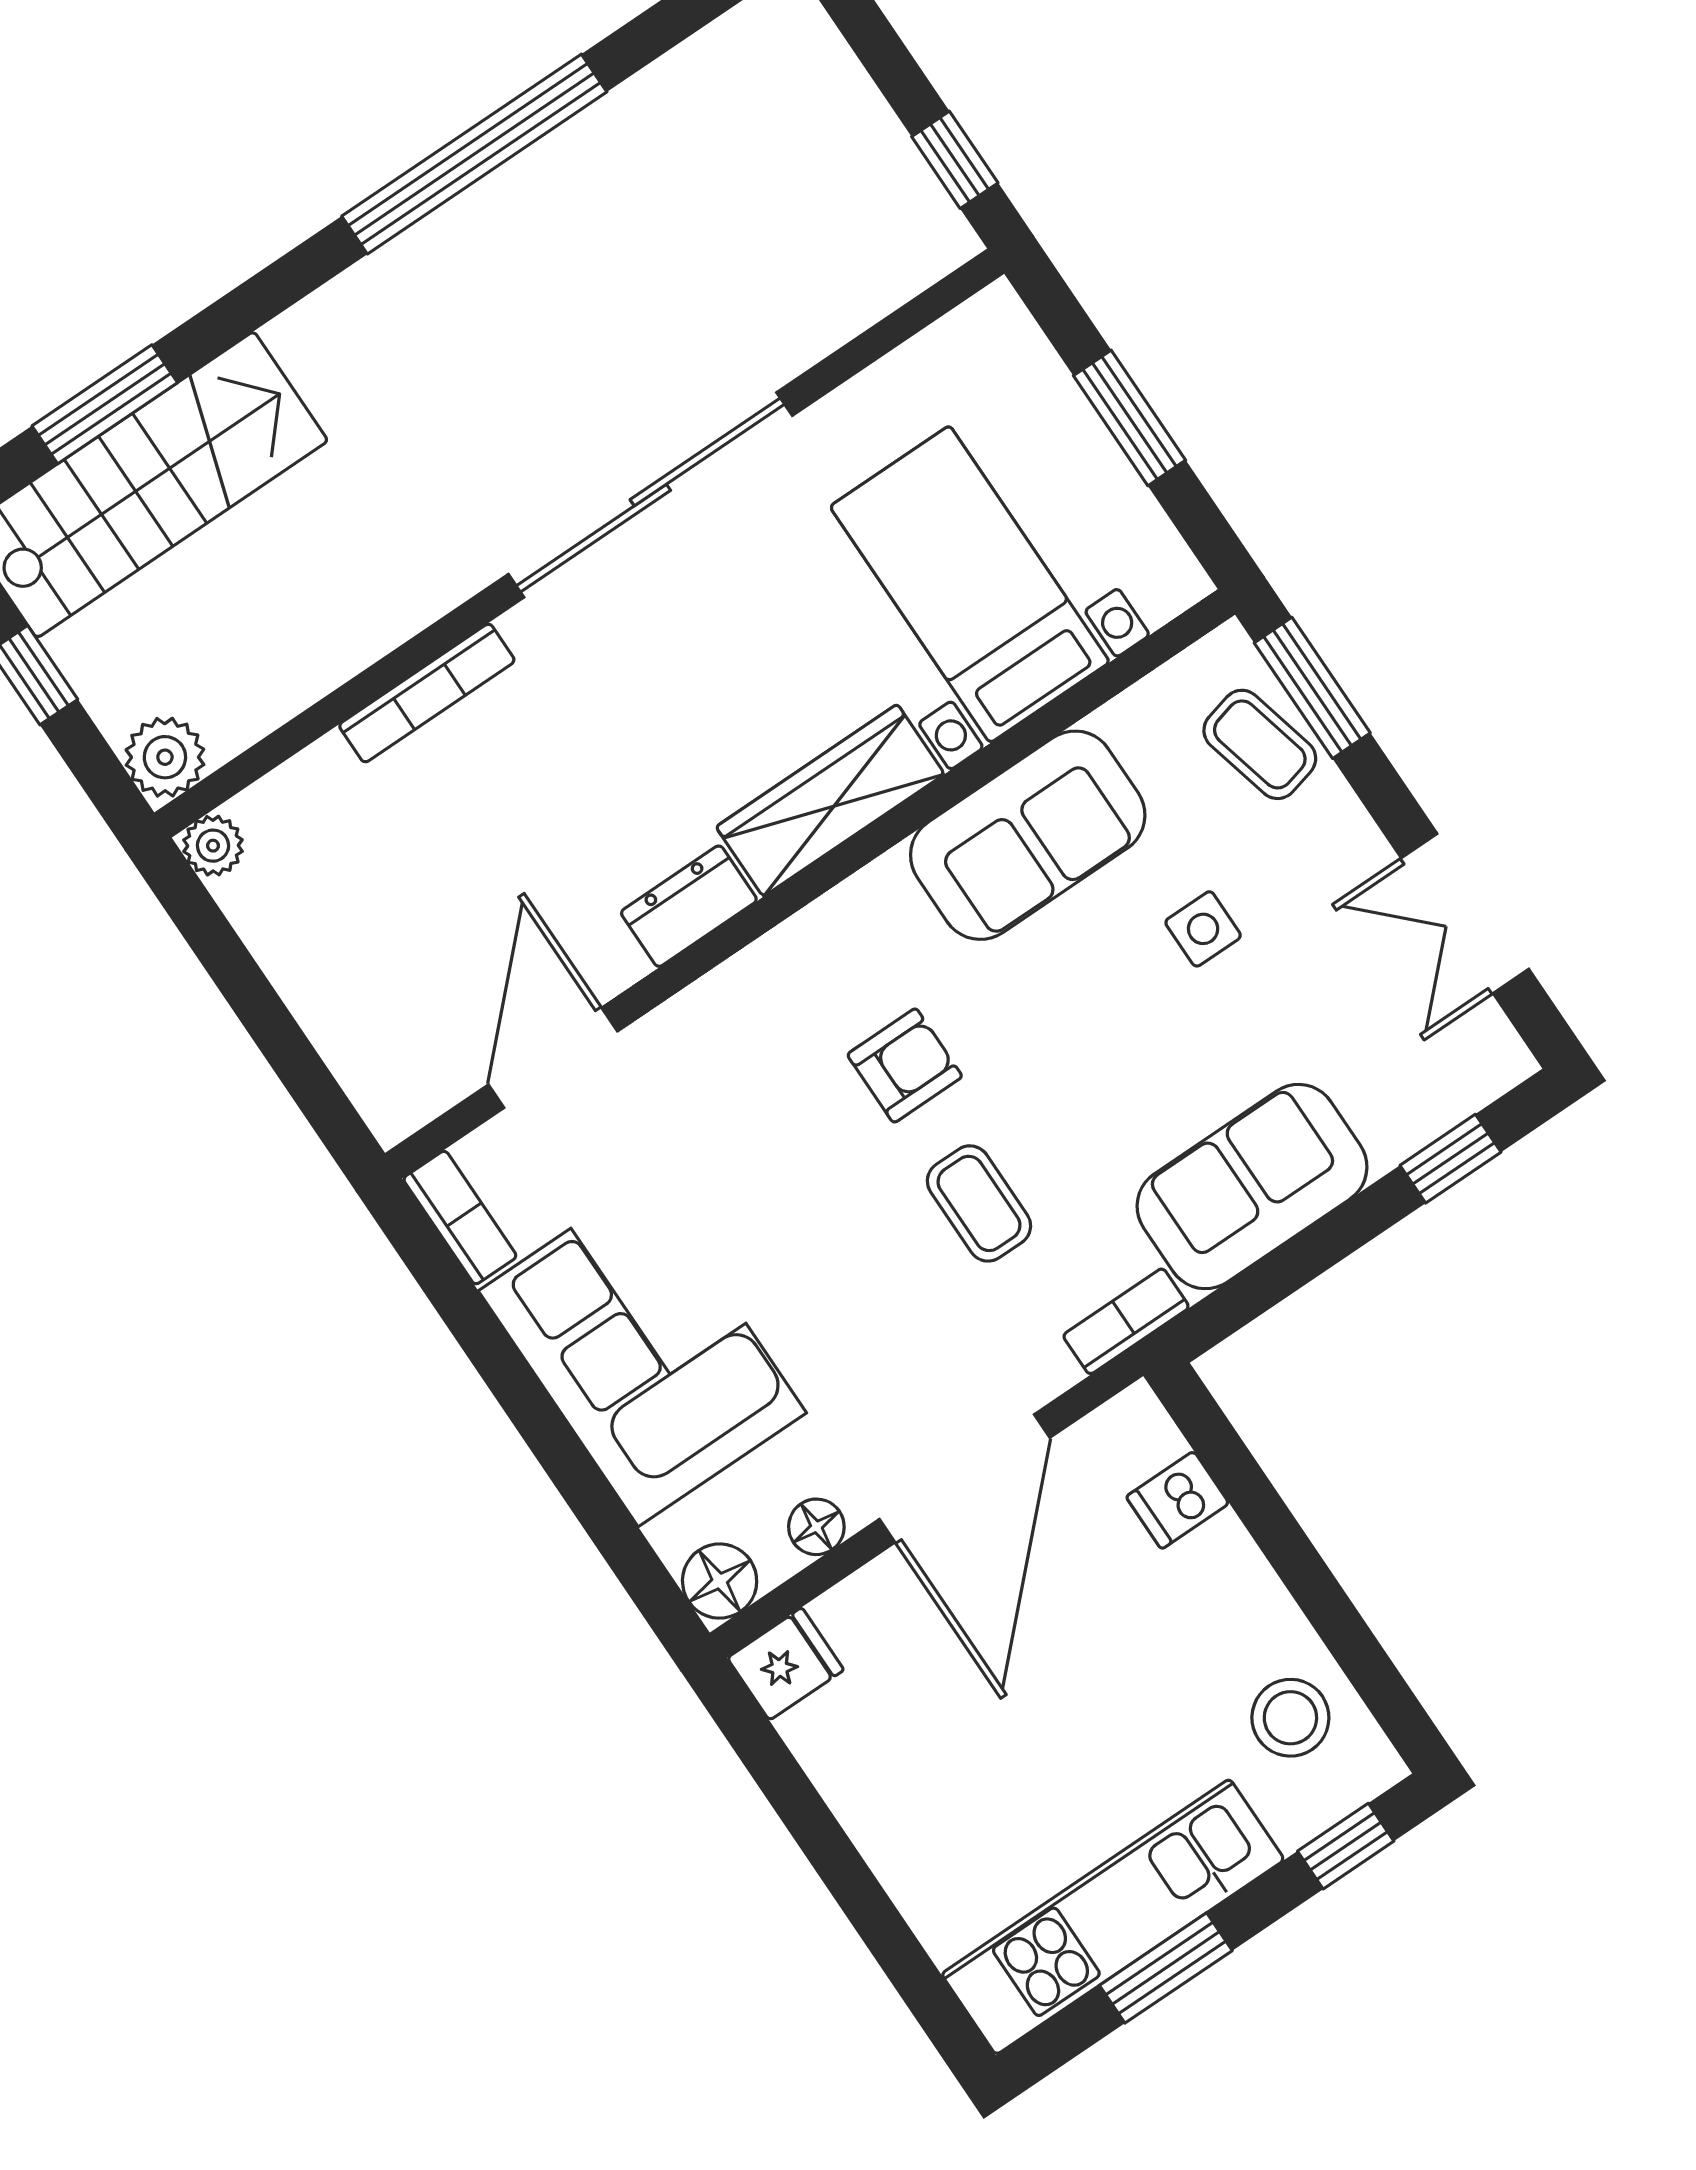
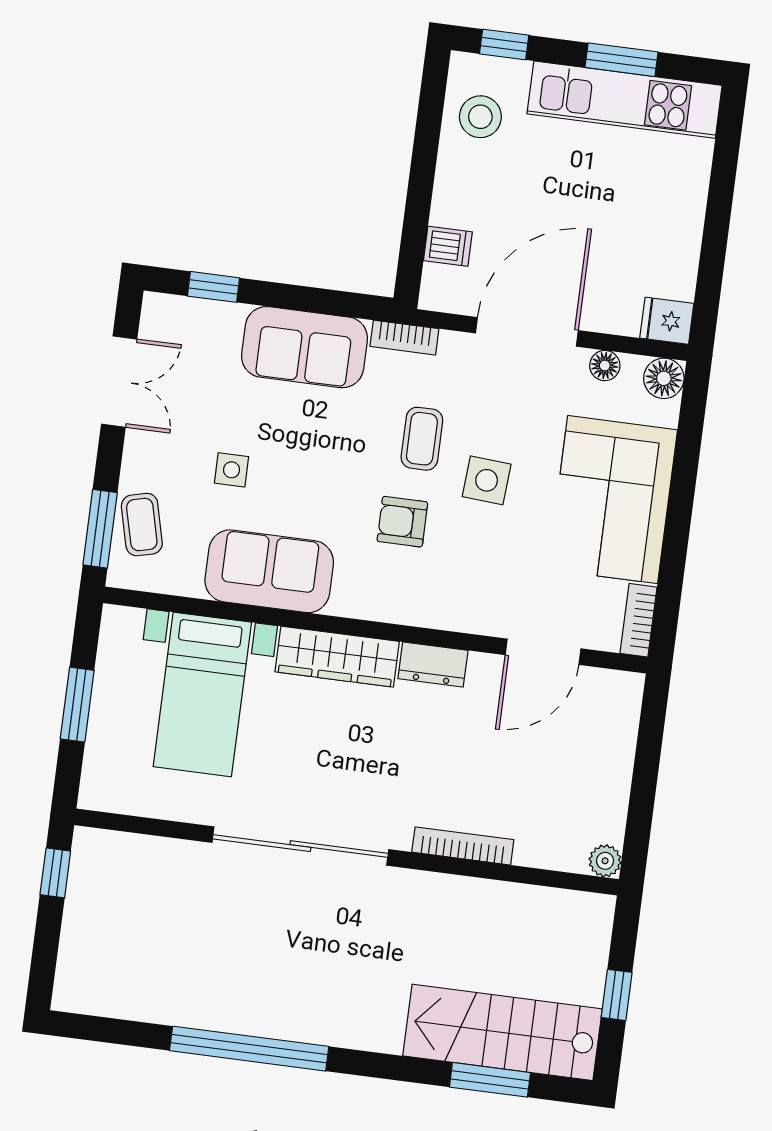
plant: (165, 757) -> (593, 914), removed
side table: (839, 1225) -> (487, 480), added

